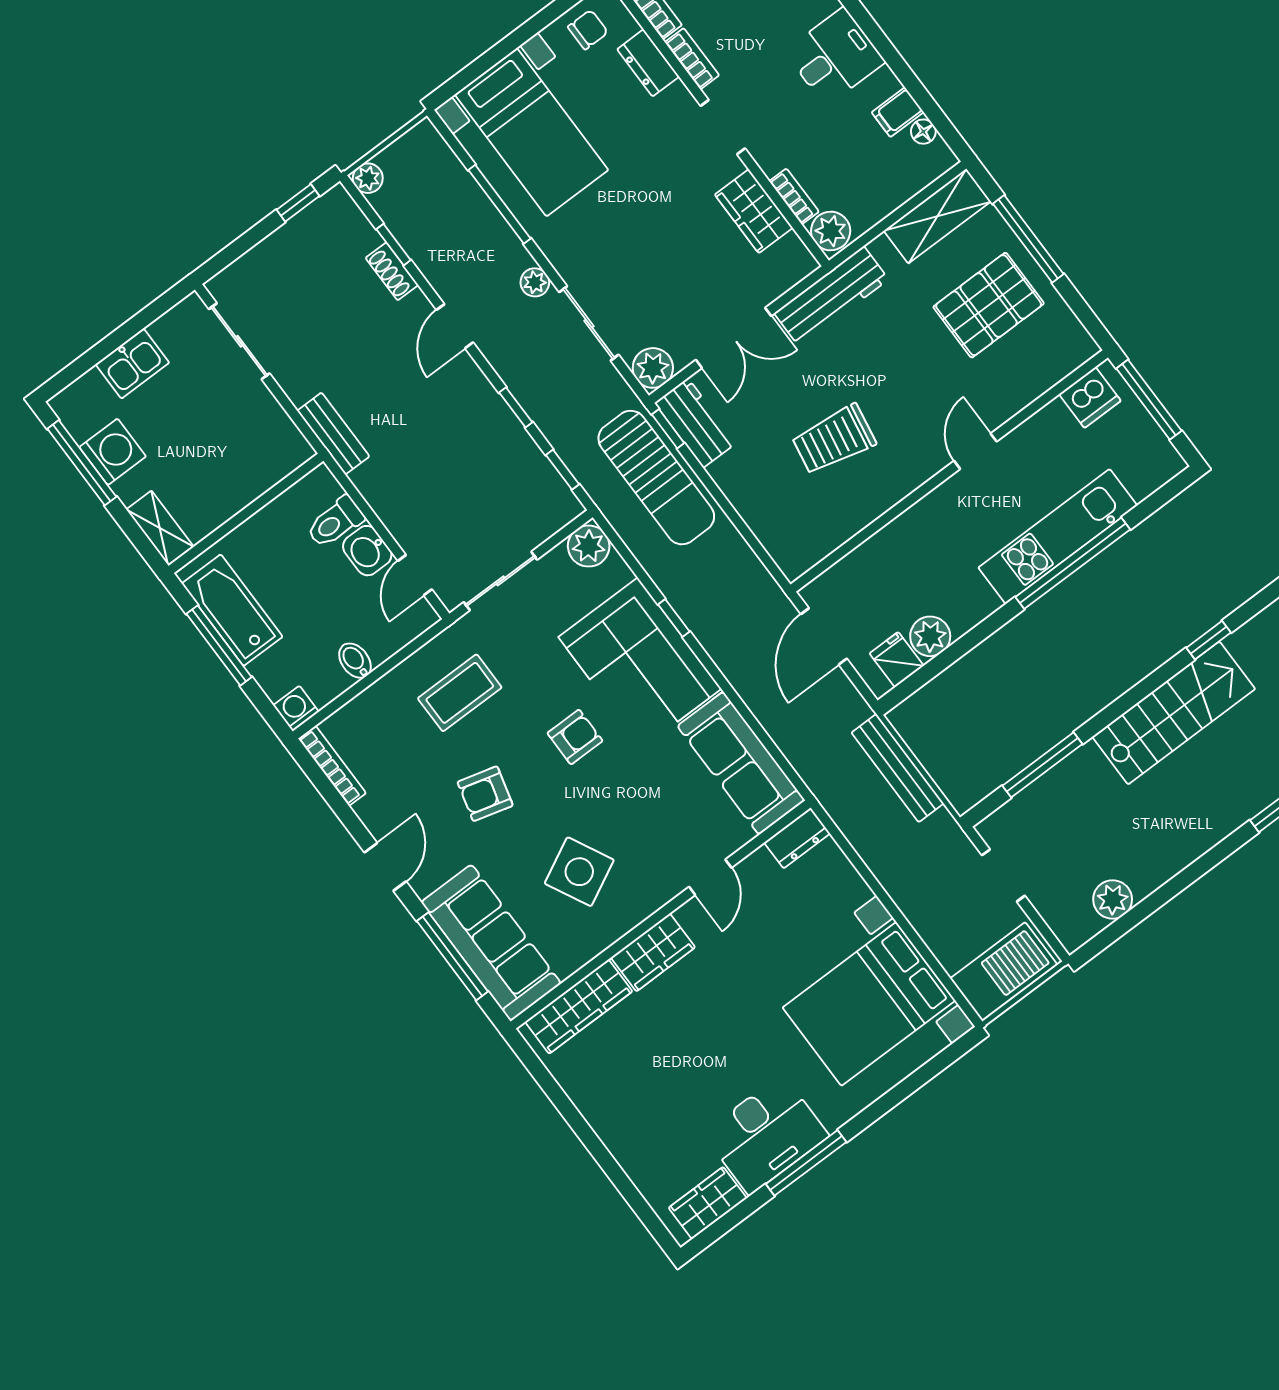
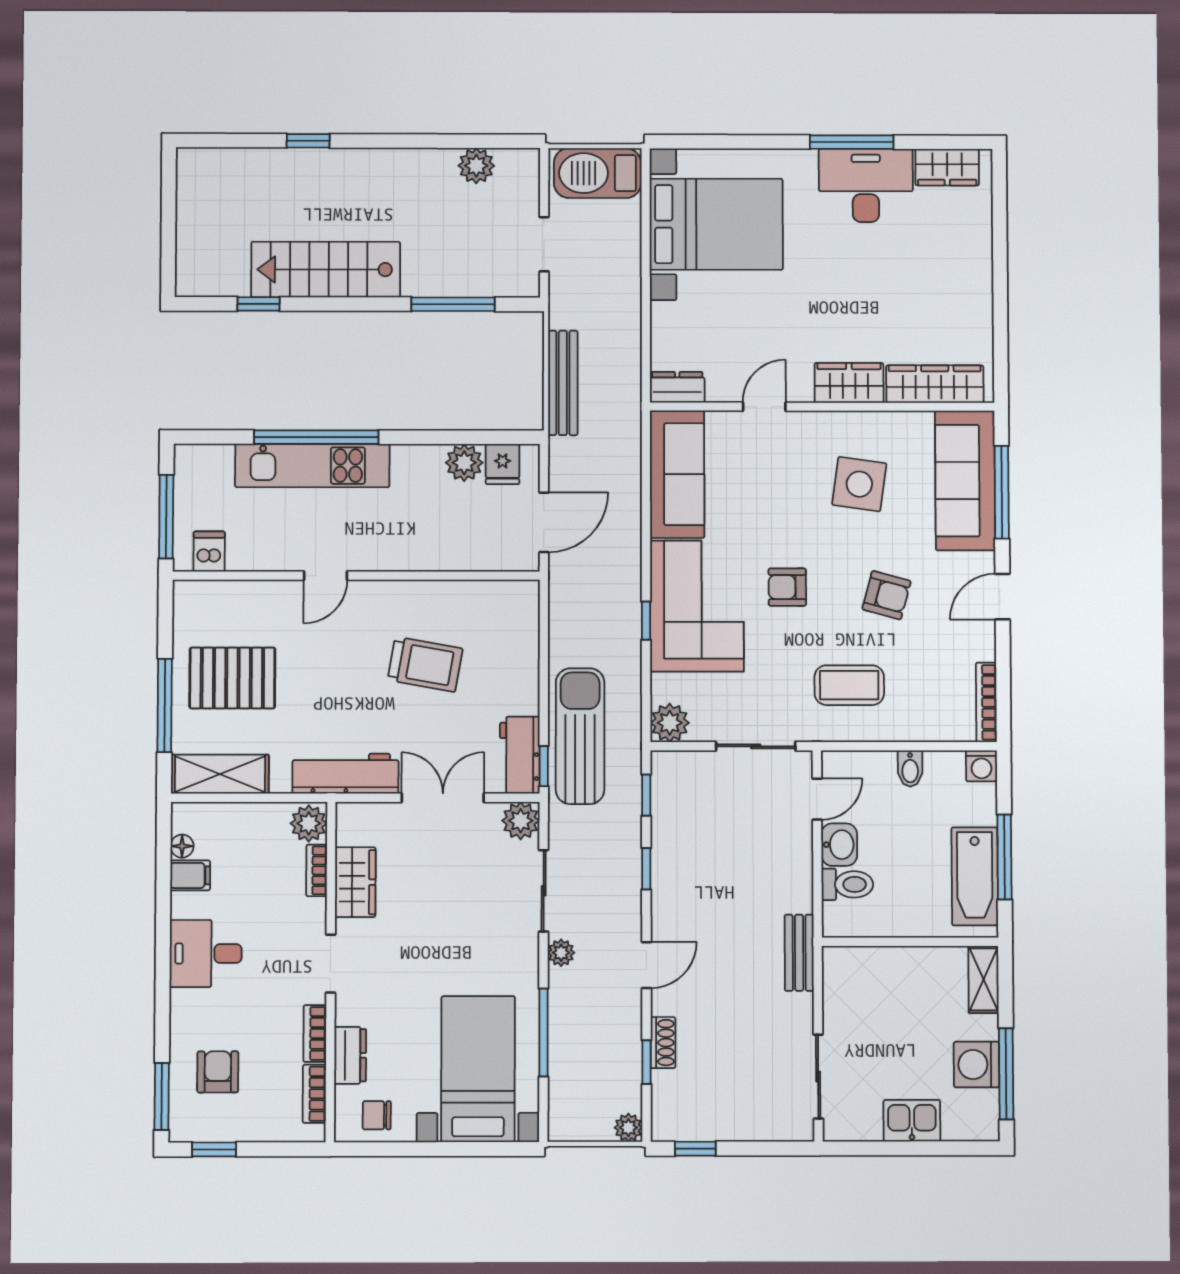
dishwasher: (1090, 397) -> (209, 551), width x0.73
side table: (579, 872) -> (859, 484), turned 35

